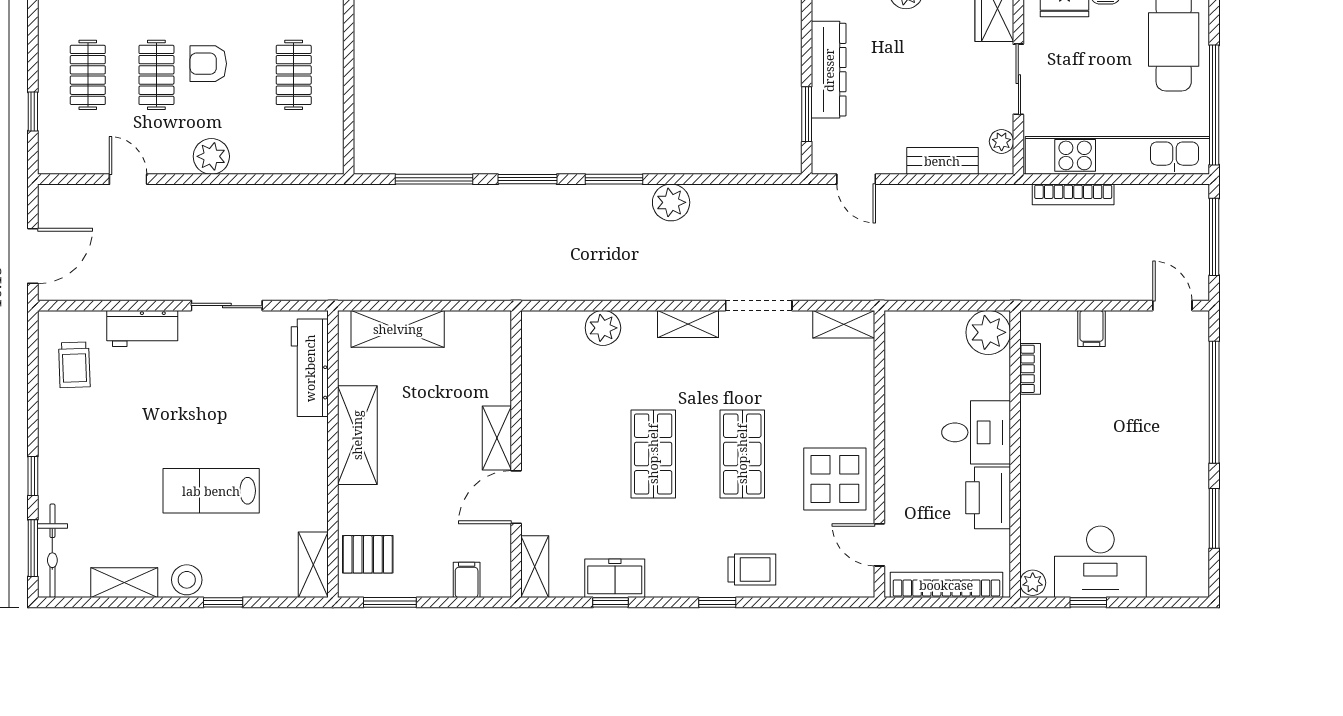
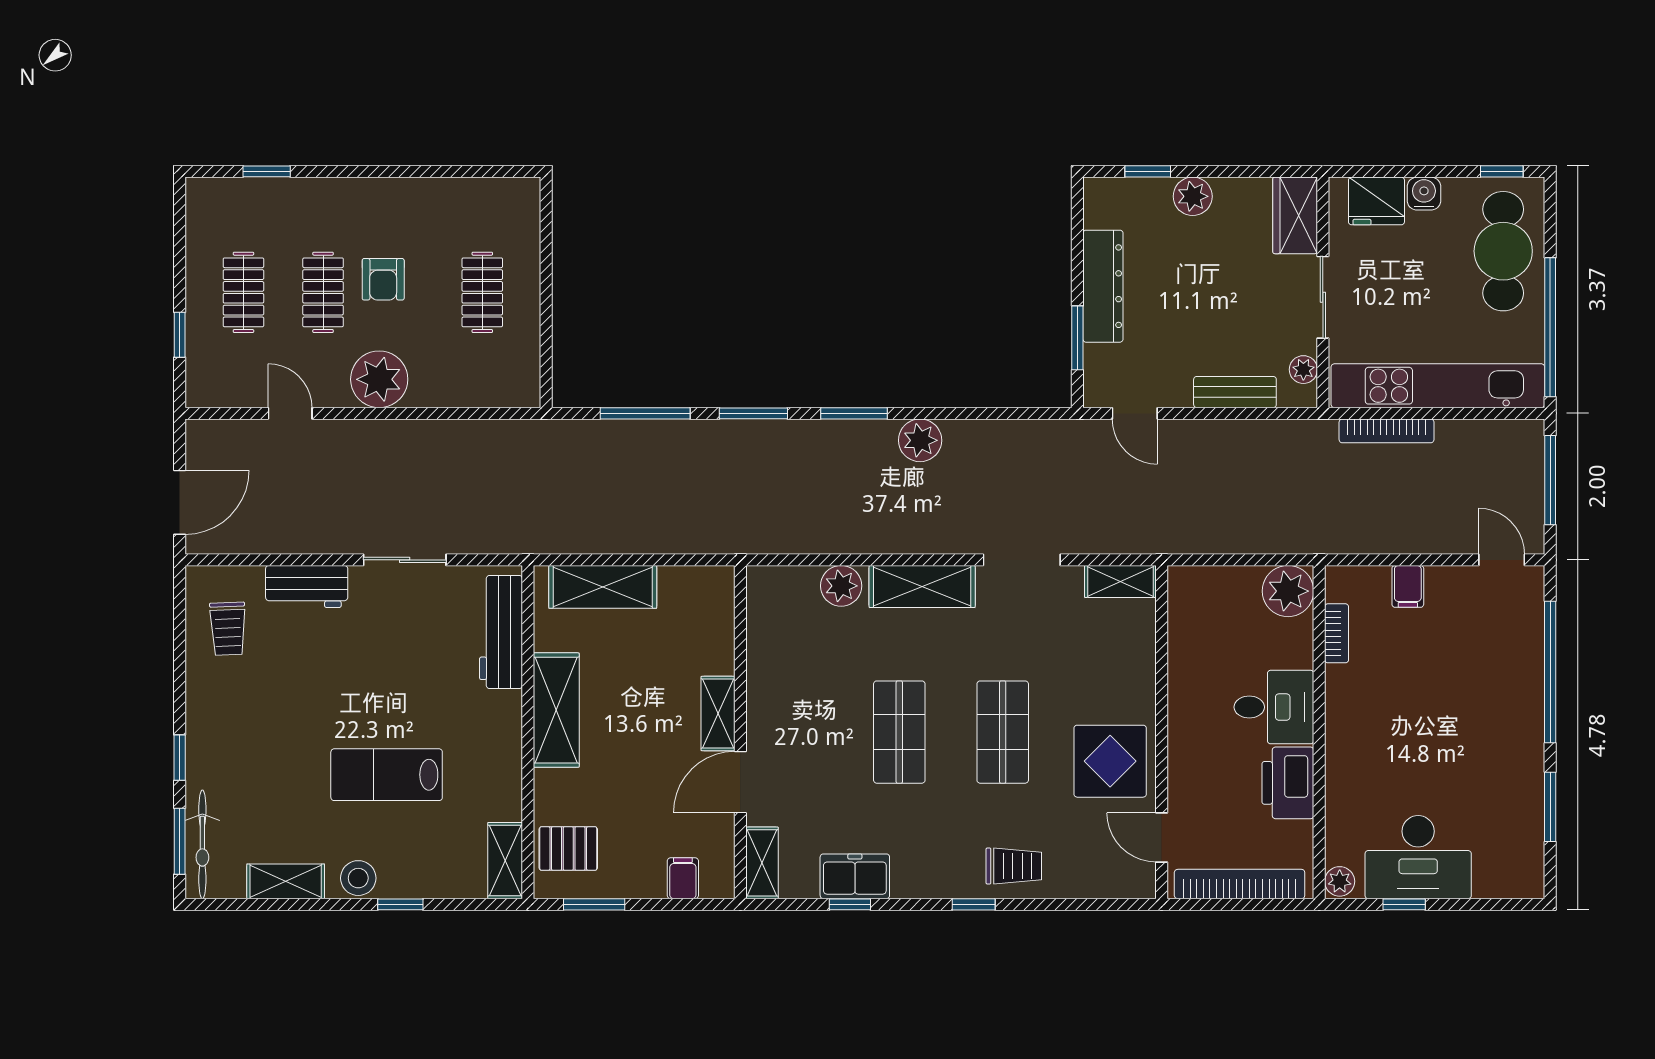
armchair: (208, 64) -> (383, 279), turned -90
plant: (211, 156) -> (379, 379), width x1.36, depth x1.36
shelving: (688, 324) -> (922, 587), width x1.50, depth x1.33

